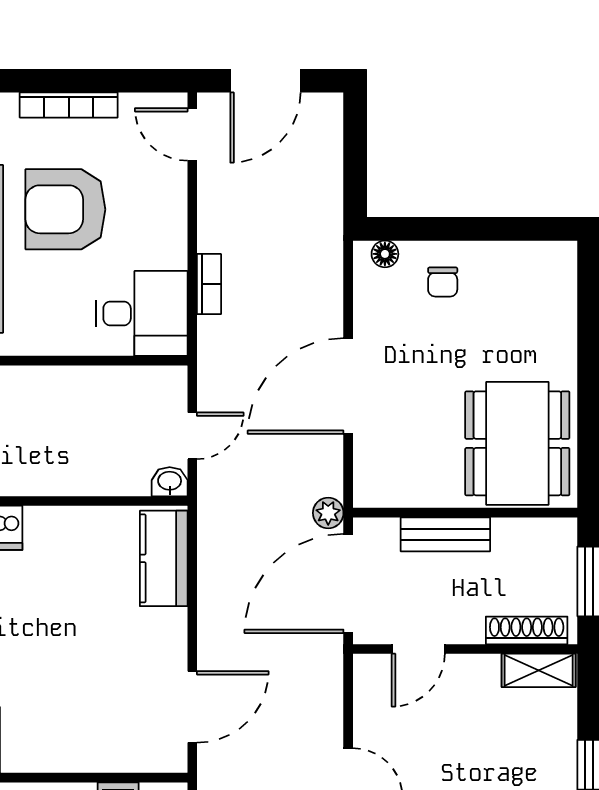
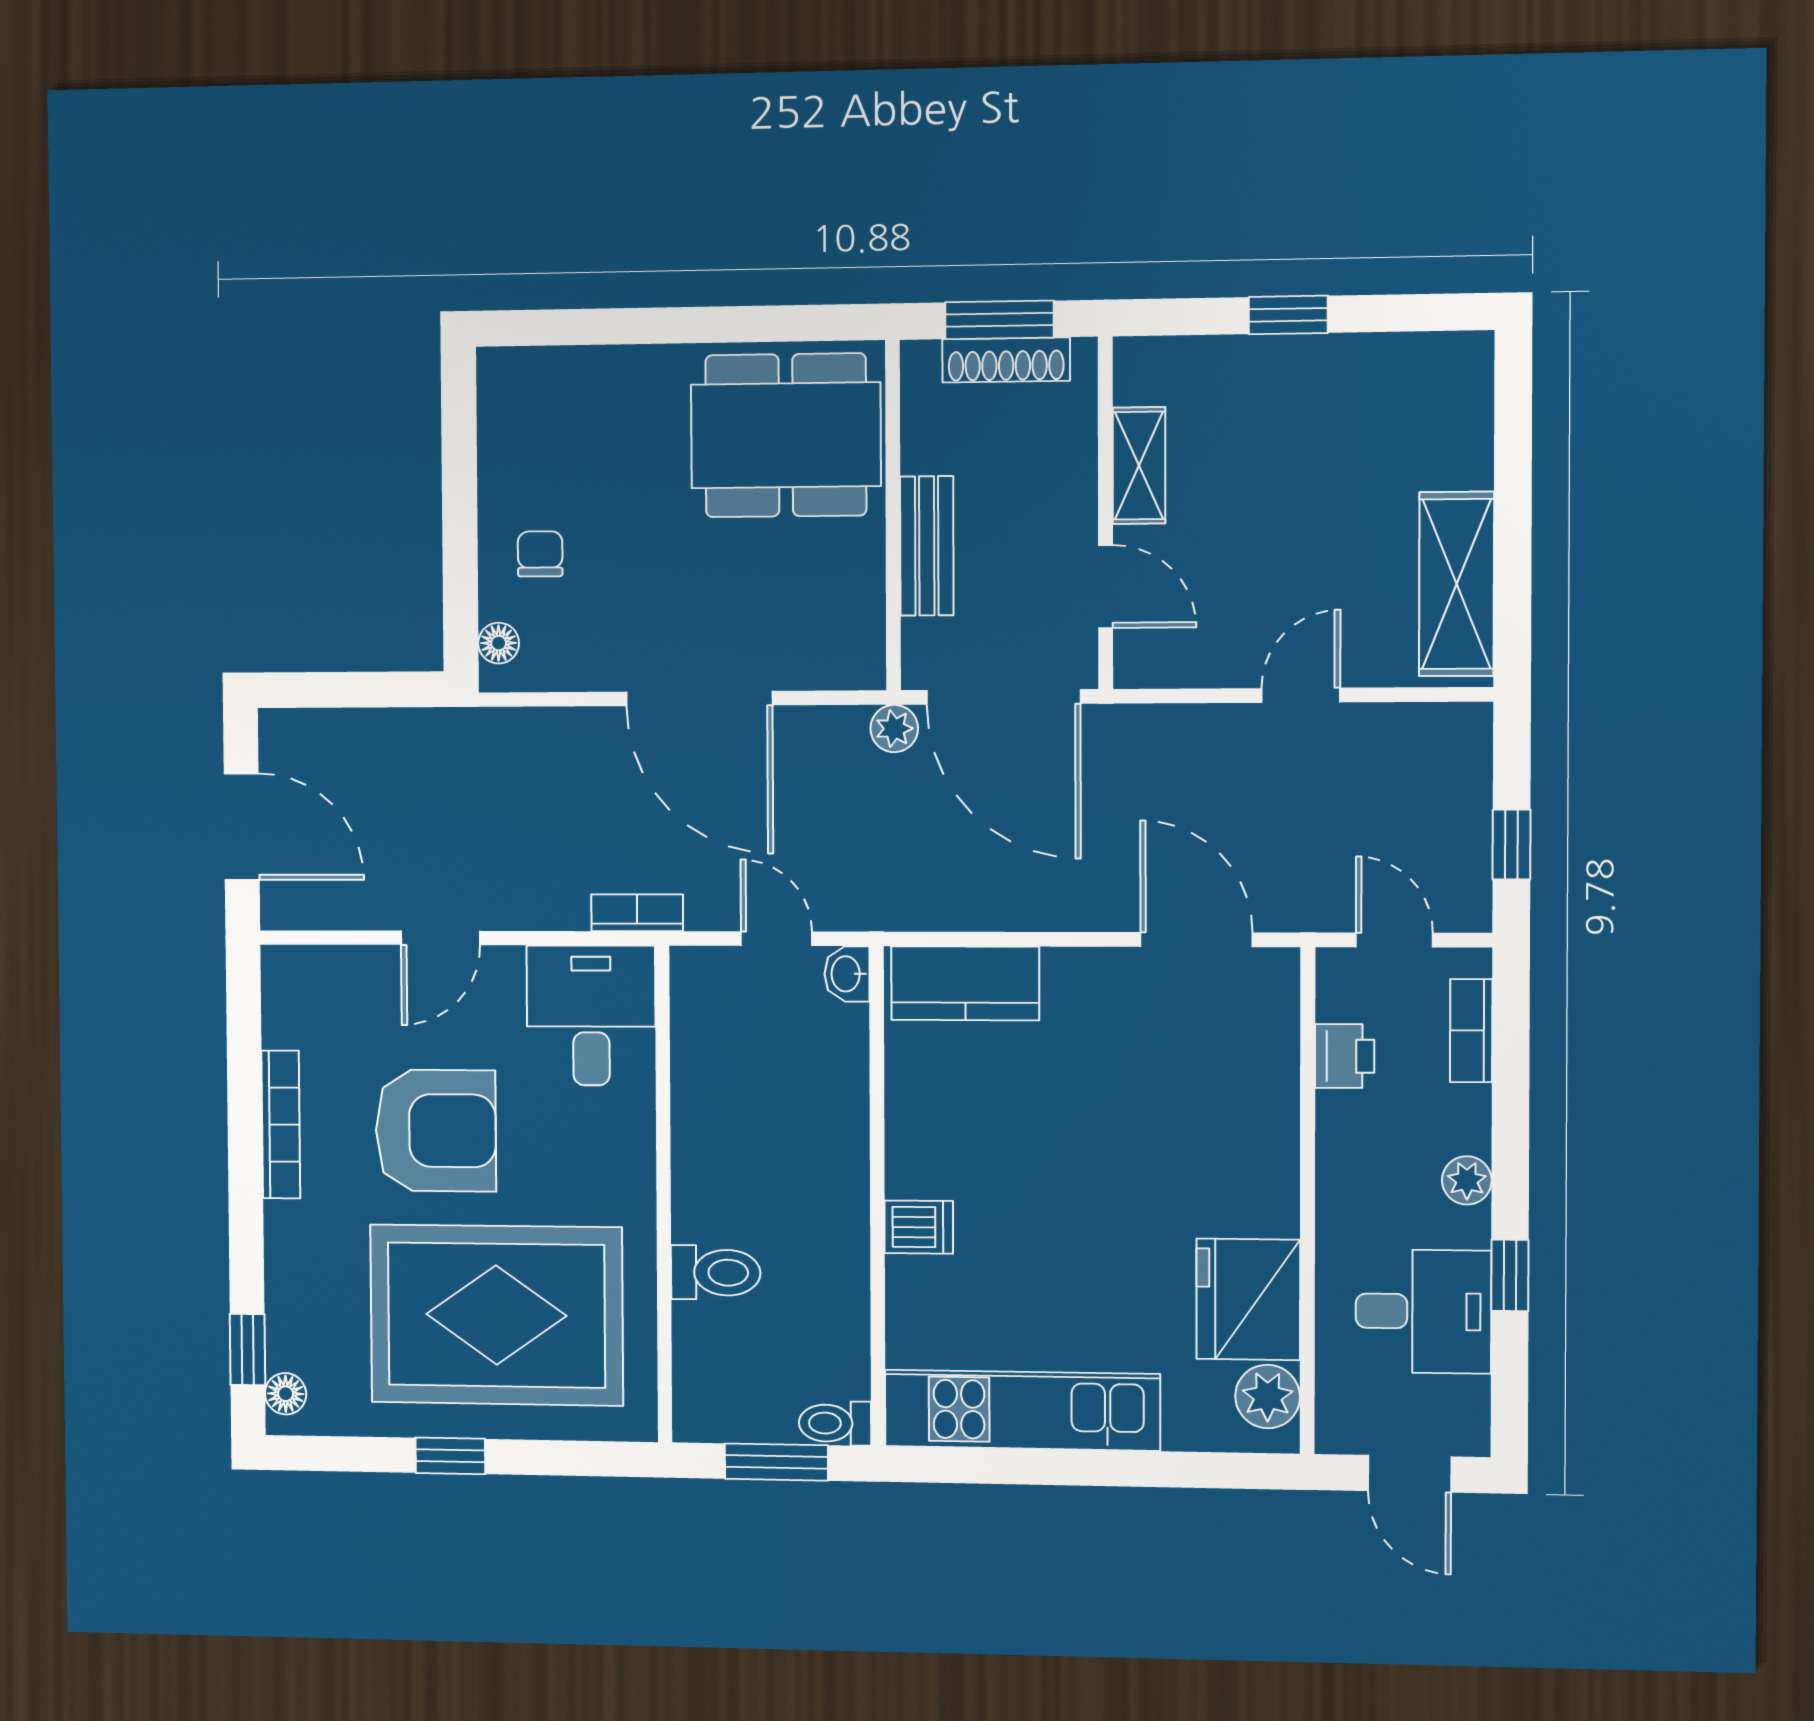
door: (192, 134) -> (440, 938), moved
armchair: (65, 209) -> (436, 1131), turned -90
chair: (443, 282) -> (540, 554), turned -90
bookcase: (209, 284) -> (637, 913), moved
shoe rack: (527, 630) -> (1006, 360), moved, turned -90
shelving: (539, 670) -> (1139, 466), moved

